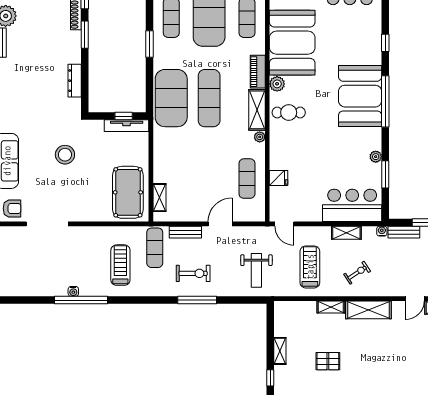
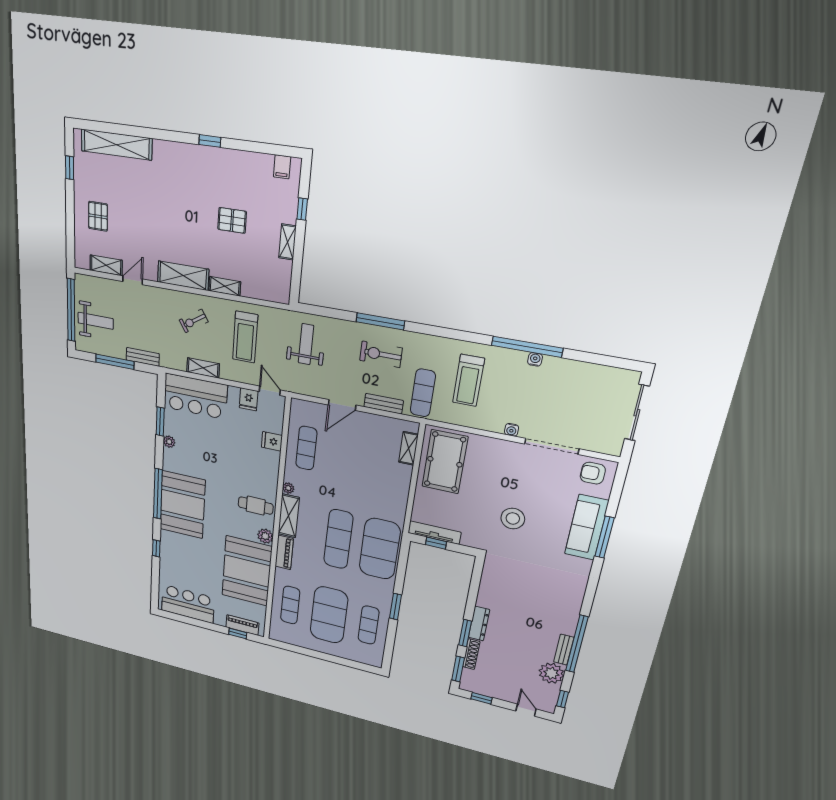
dresser: (75, 81) -> (479, 624), moved
fridge: (303, 212) -> (249, 399), added
water cooler: (382, 231) -> (512, 430), moved

